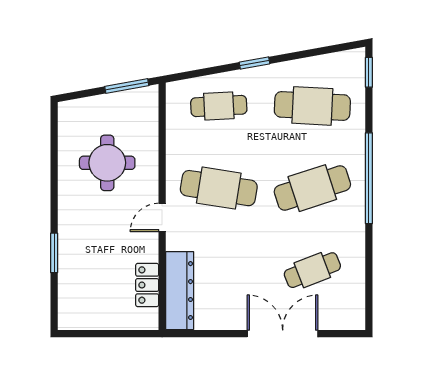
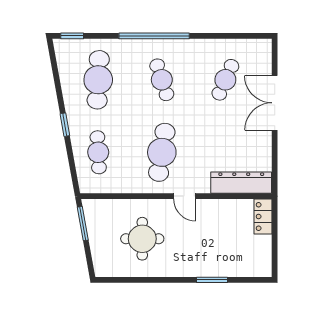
cafe table: (312, 188) -> (162, 80), width x0.73, depth x0.74
cafe table: (312, 270) -> (225, 80), turned 45
locker: (147, 285) -> (263, 217), moved, turned 90

